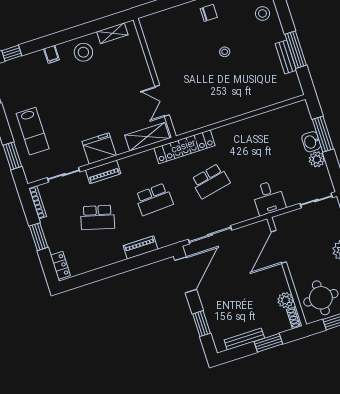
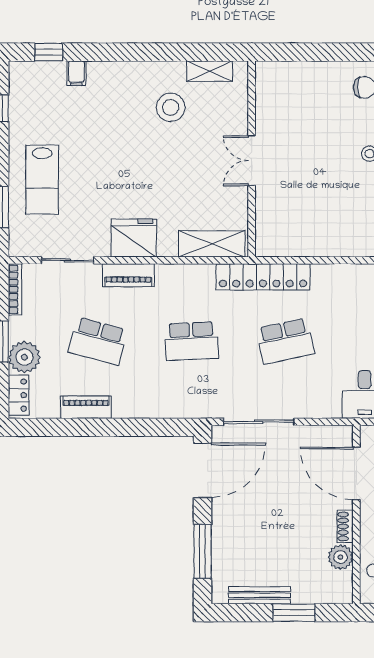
stool: (83, 52) -> (171, 107), moved
filing cabinet: (51, 54) -> (76, 73), moved
double door: (162, 101) -> (252, 161), moved
plant: (57, 241) -> (24, 357), added
piano: (141, 247) -> (86, 407), moved
door: (279, 247) -> (356, 473), hinge flipped
shoe rack: (294, 318) -> (345, 526), moved
window: (201, 324) -> (203, 551), width x1.44

